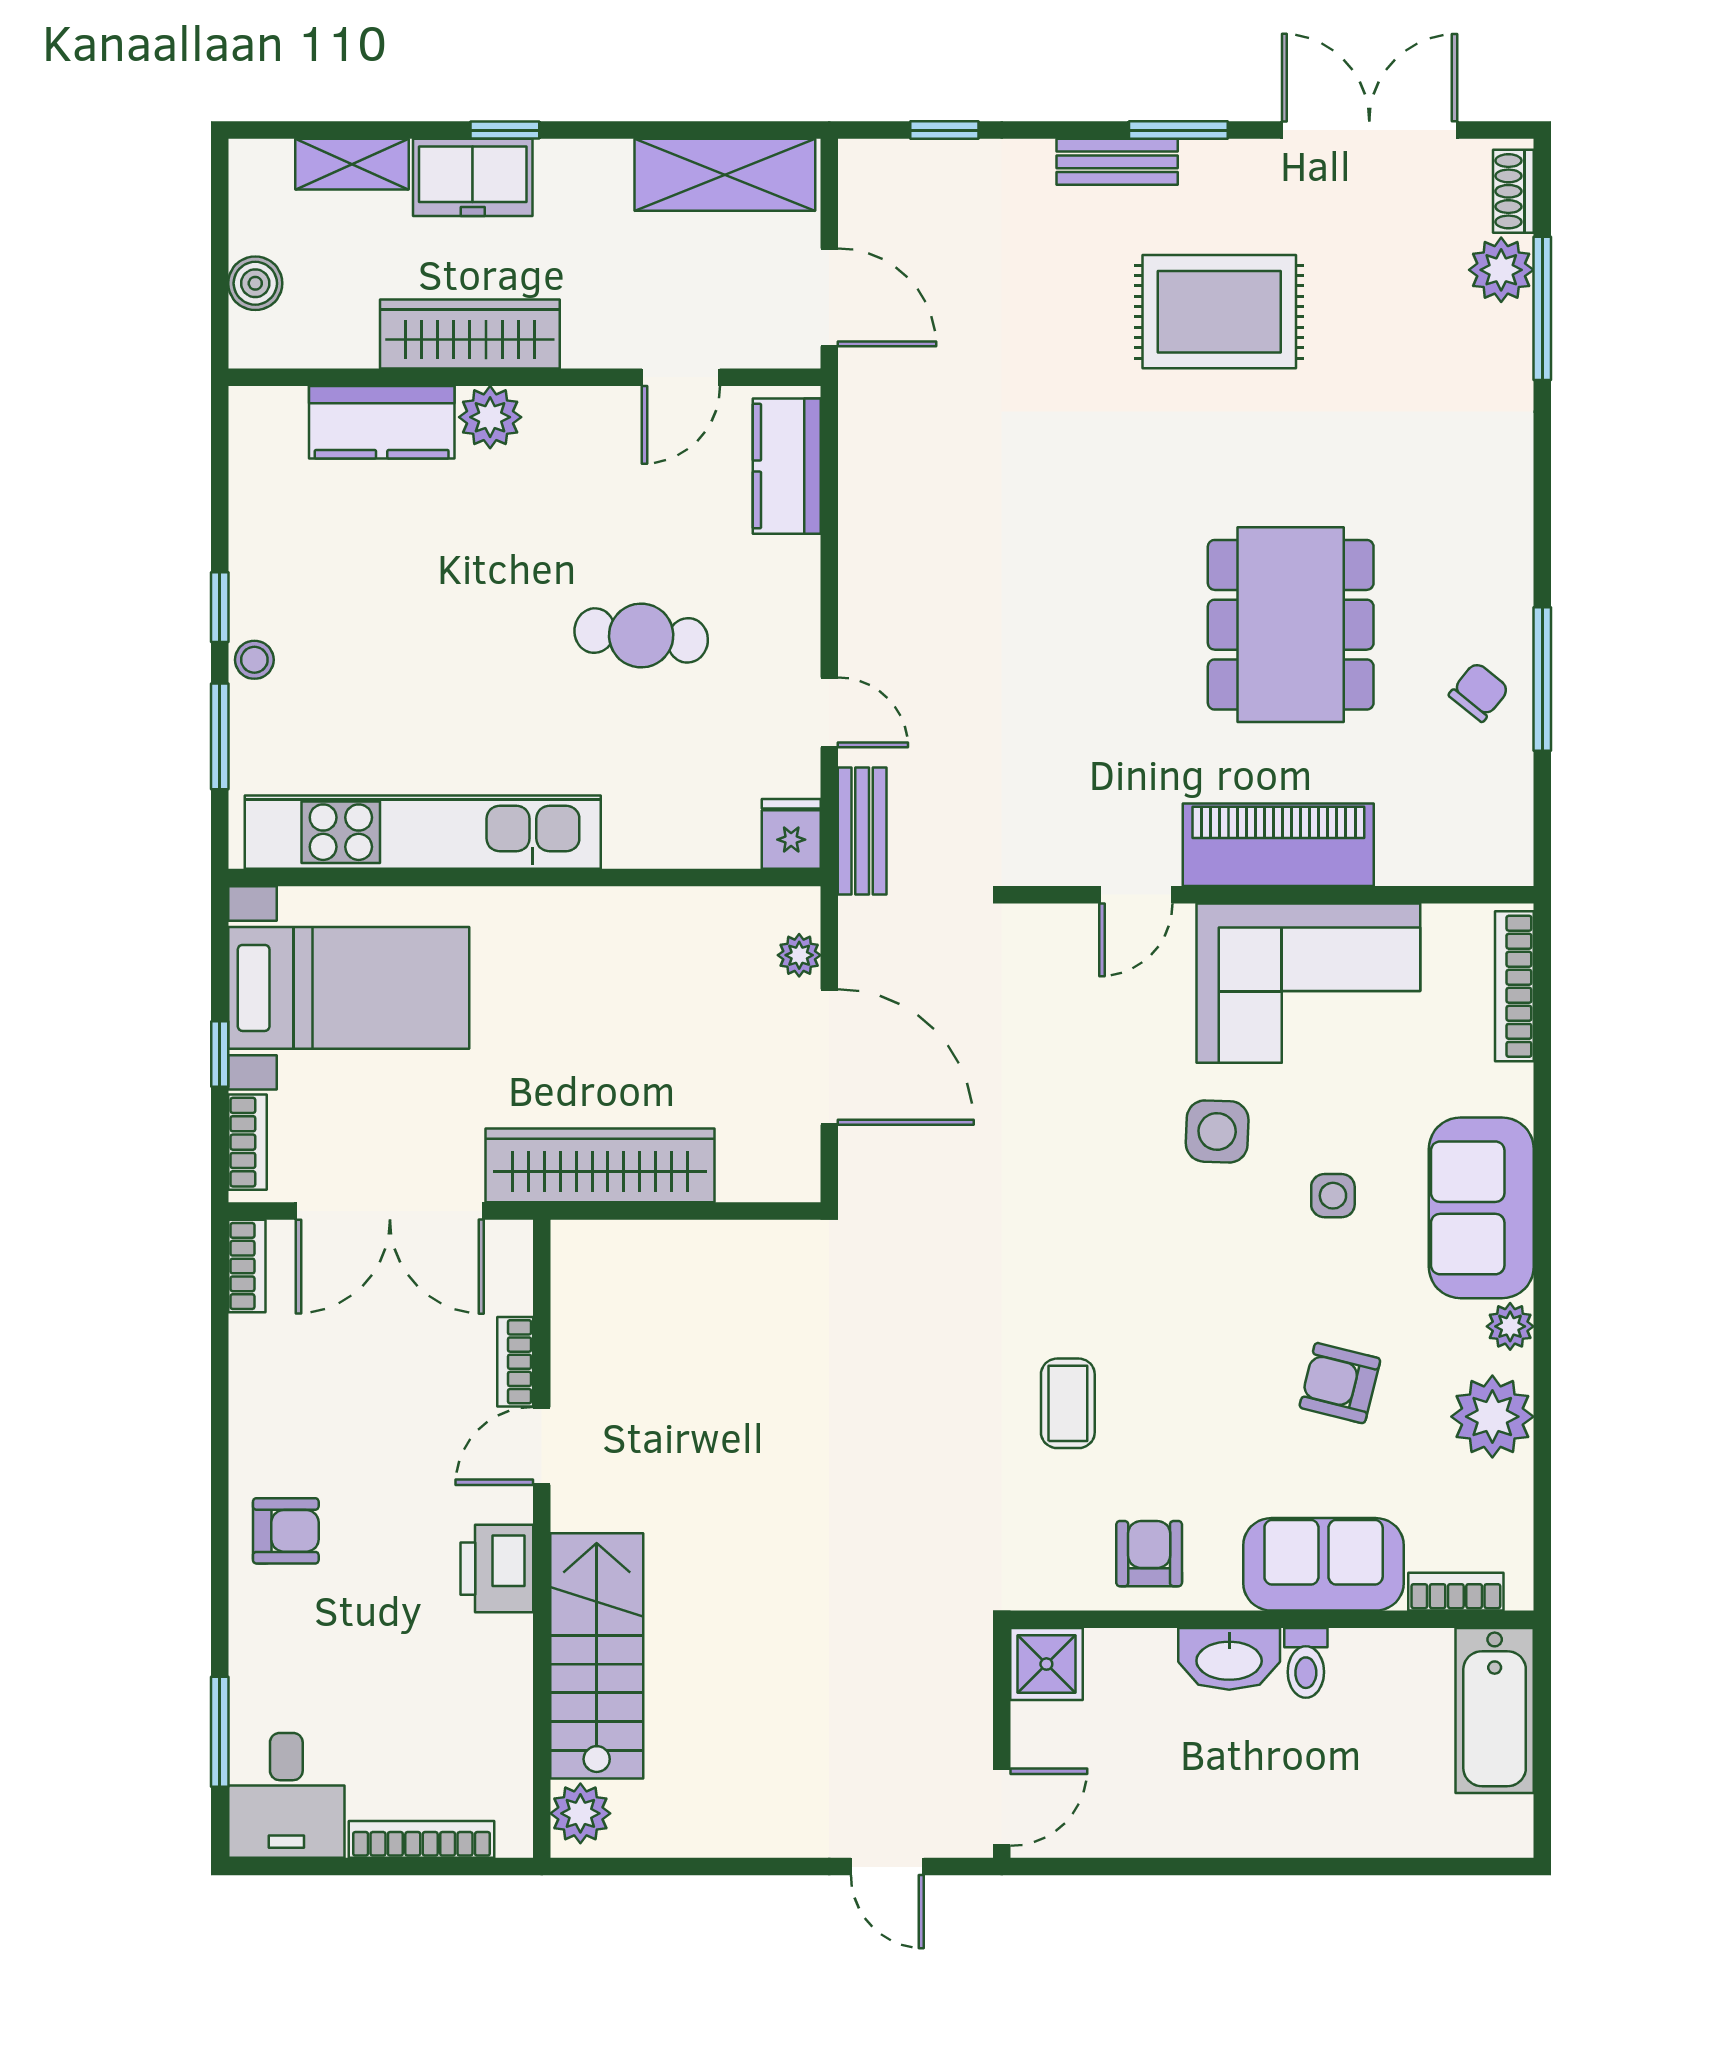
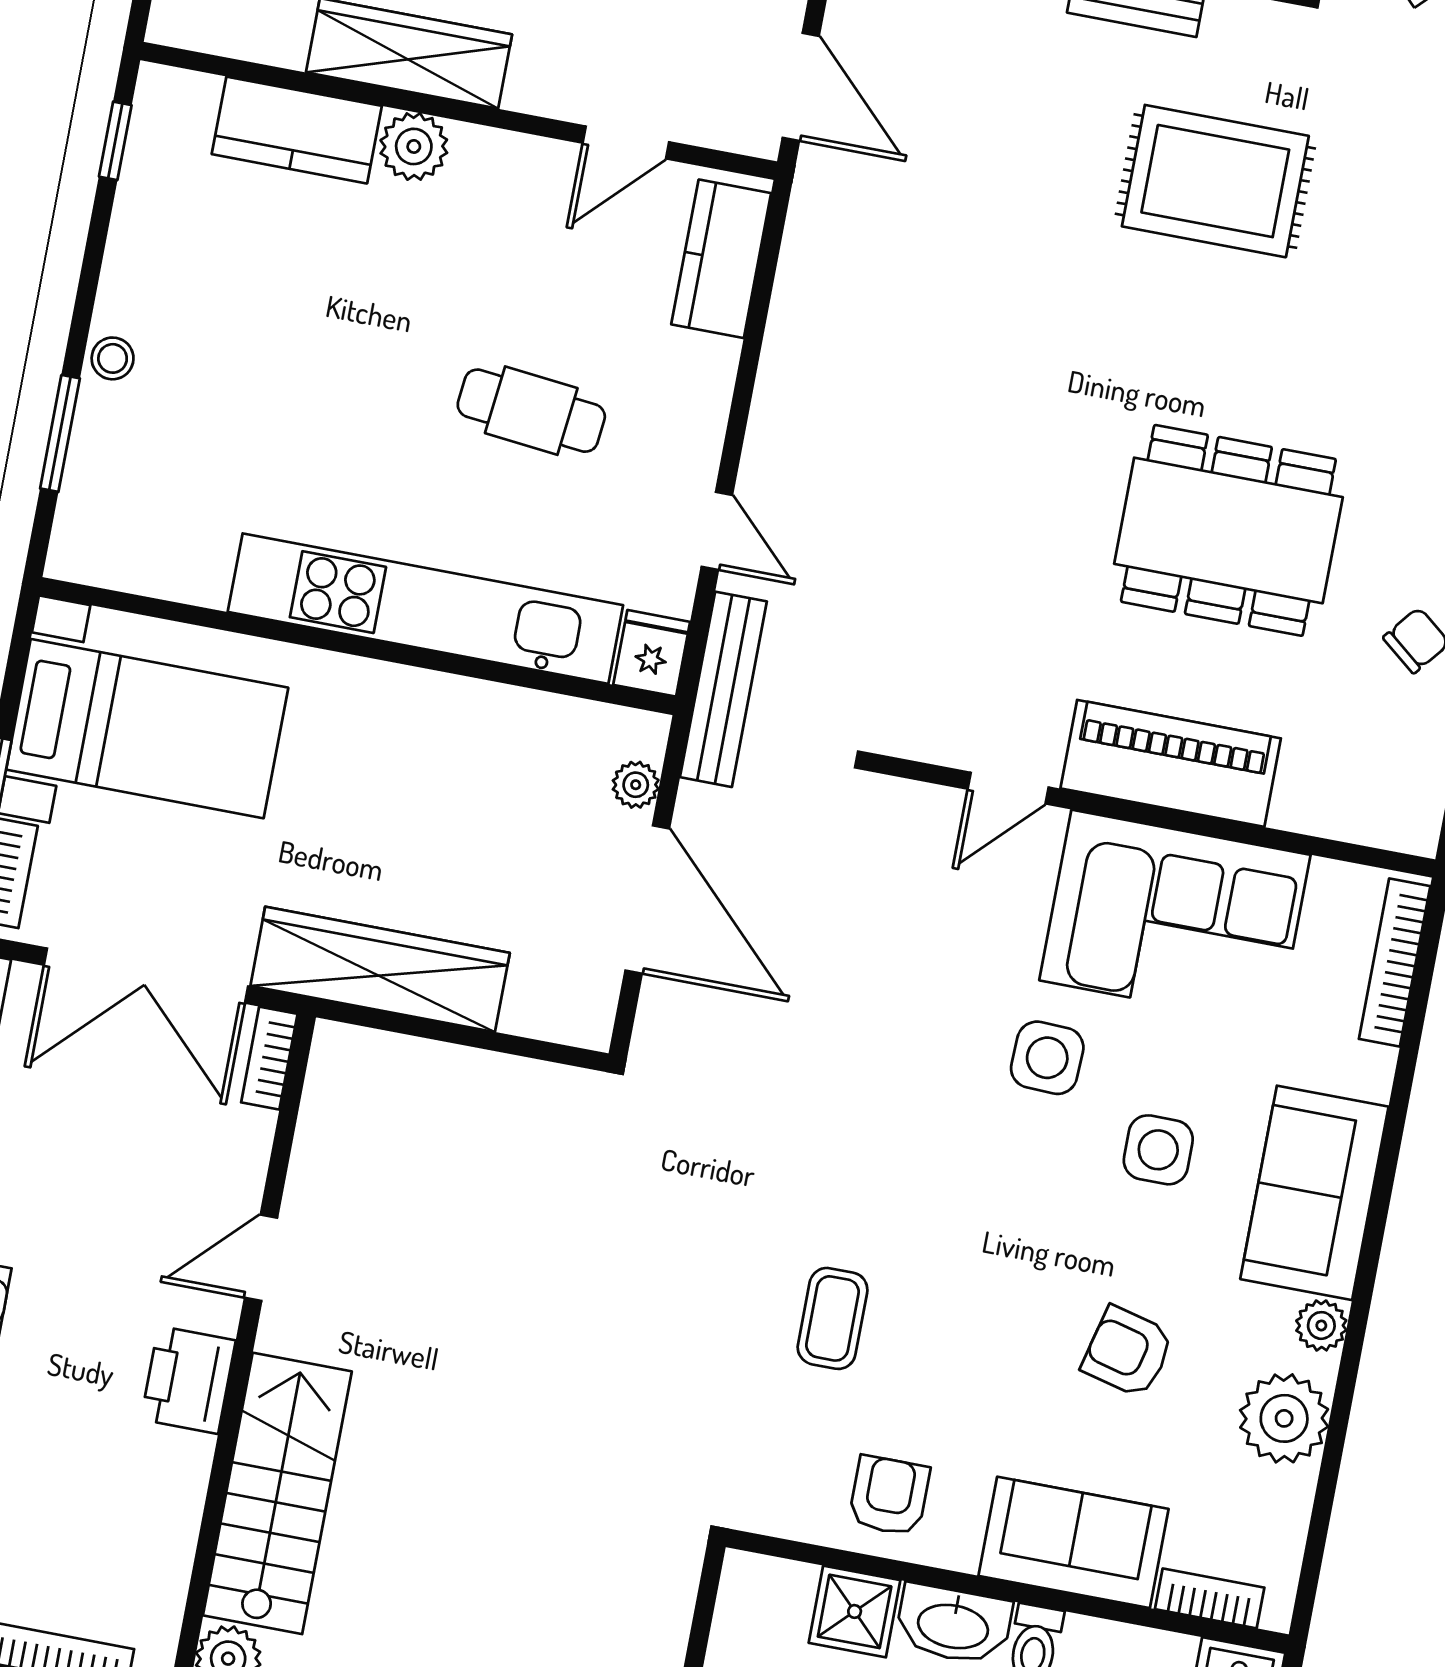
window: (220, 607) -> (115, 141), moved
dining table: (1291, 625) -> (1228, 530), turned 90
bench: (862, 831) -> (723, 689), width x1.36
kitchen unit: (423, 832) -> (425, 609), moved
side table: (1333, 1196) -> (1158, 1150), width x1.37, depth x1.37
bookcase: (515, 1362) -> (269, 1058), moved
shower: (1046, 1664) -> (855, 1611), moved

